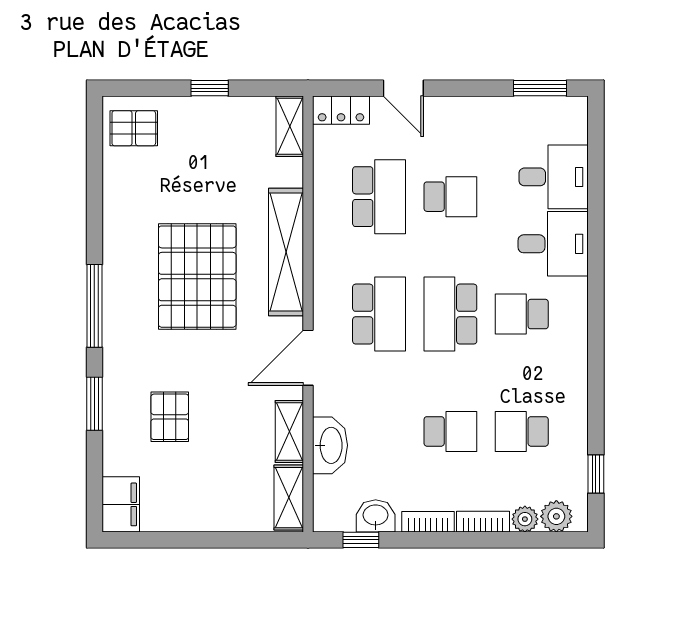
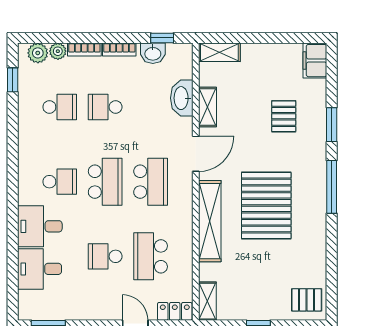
school desk: (379, 314) -> (151, 182), turned 180
shelving: (289, 498) -> (219, 52), moved, turned 90

